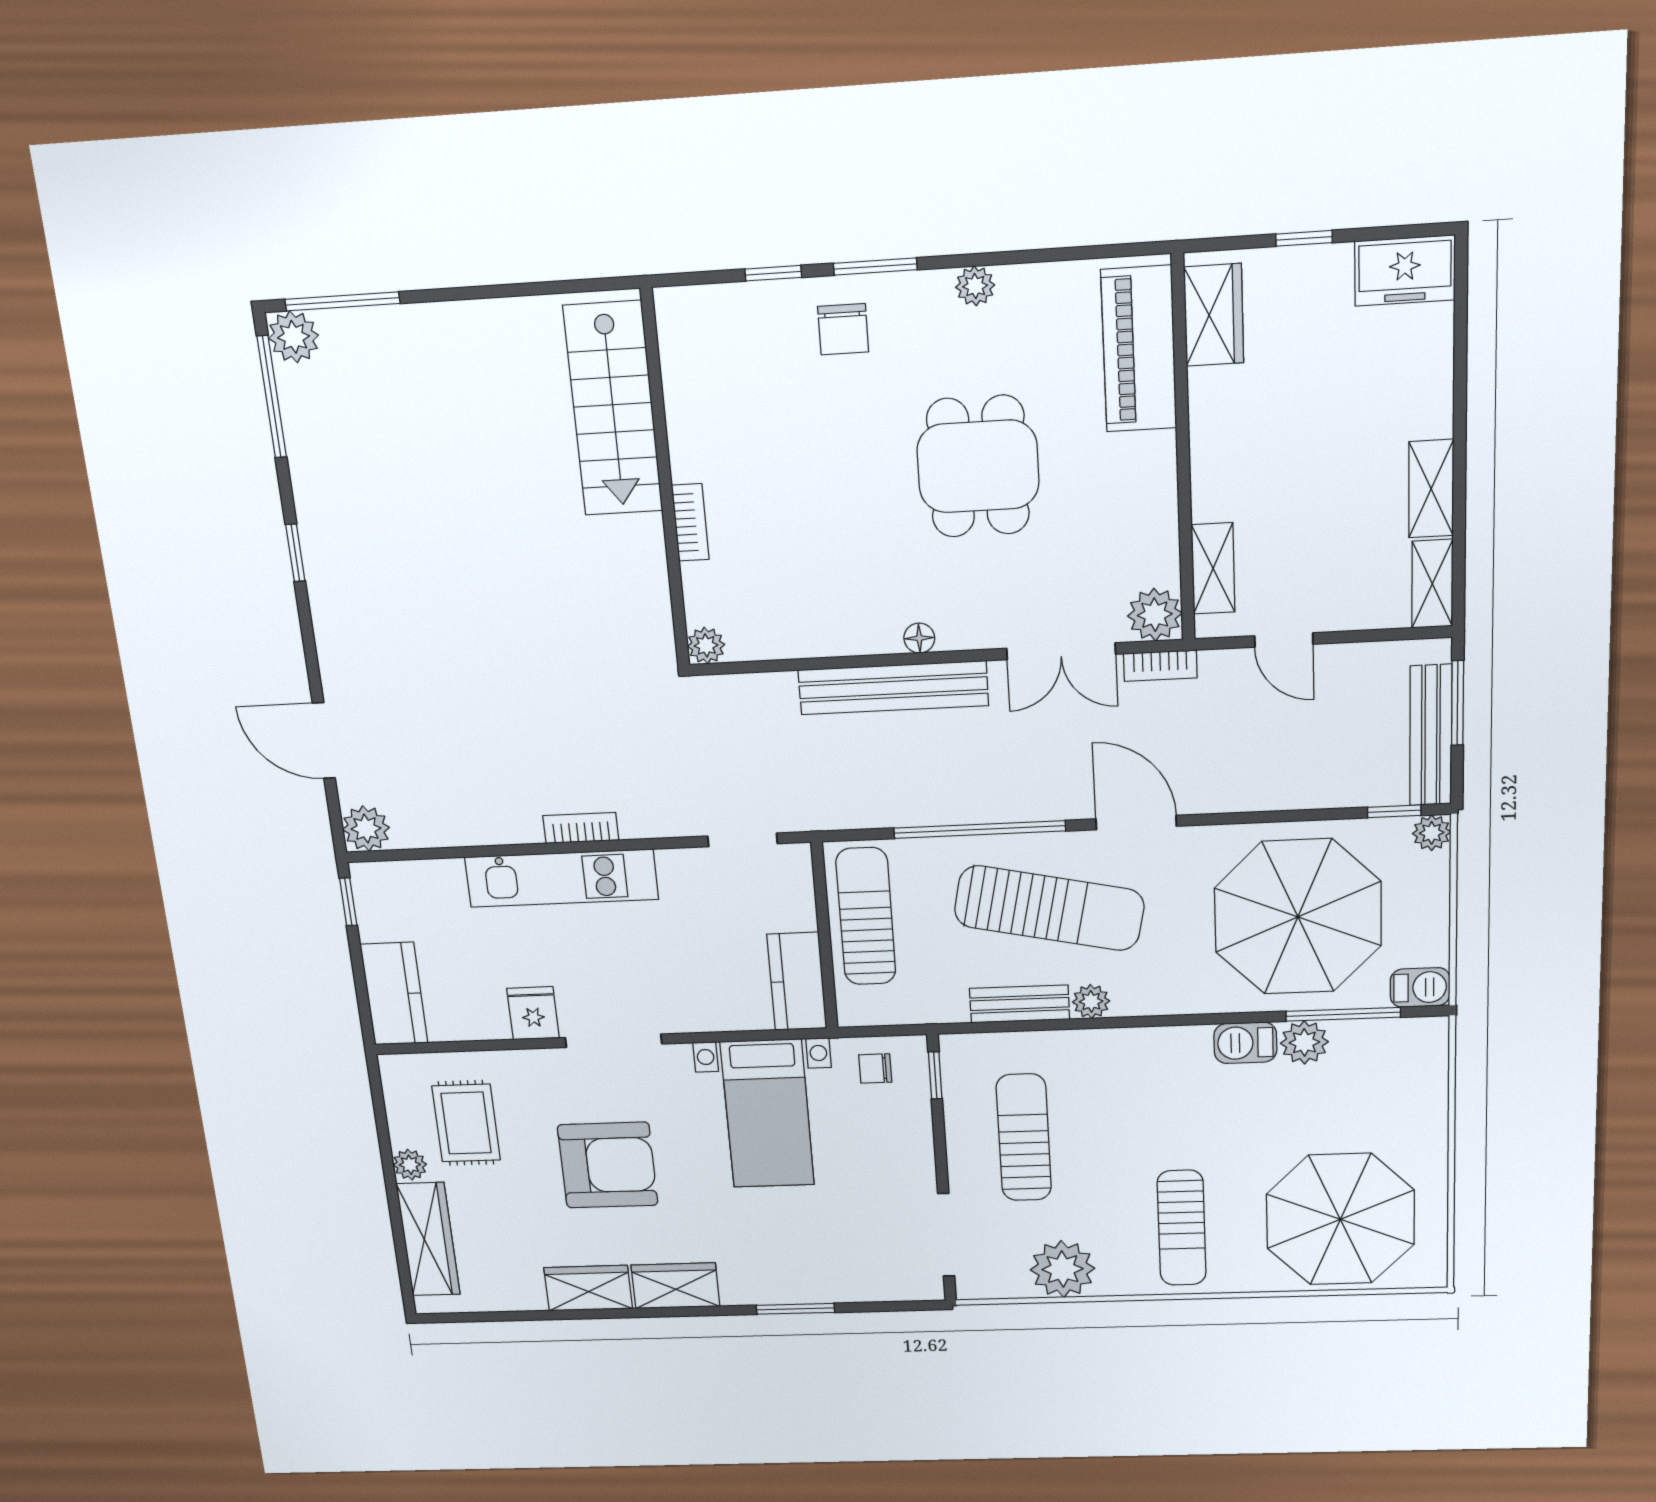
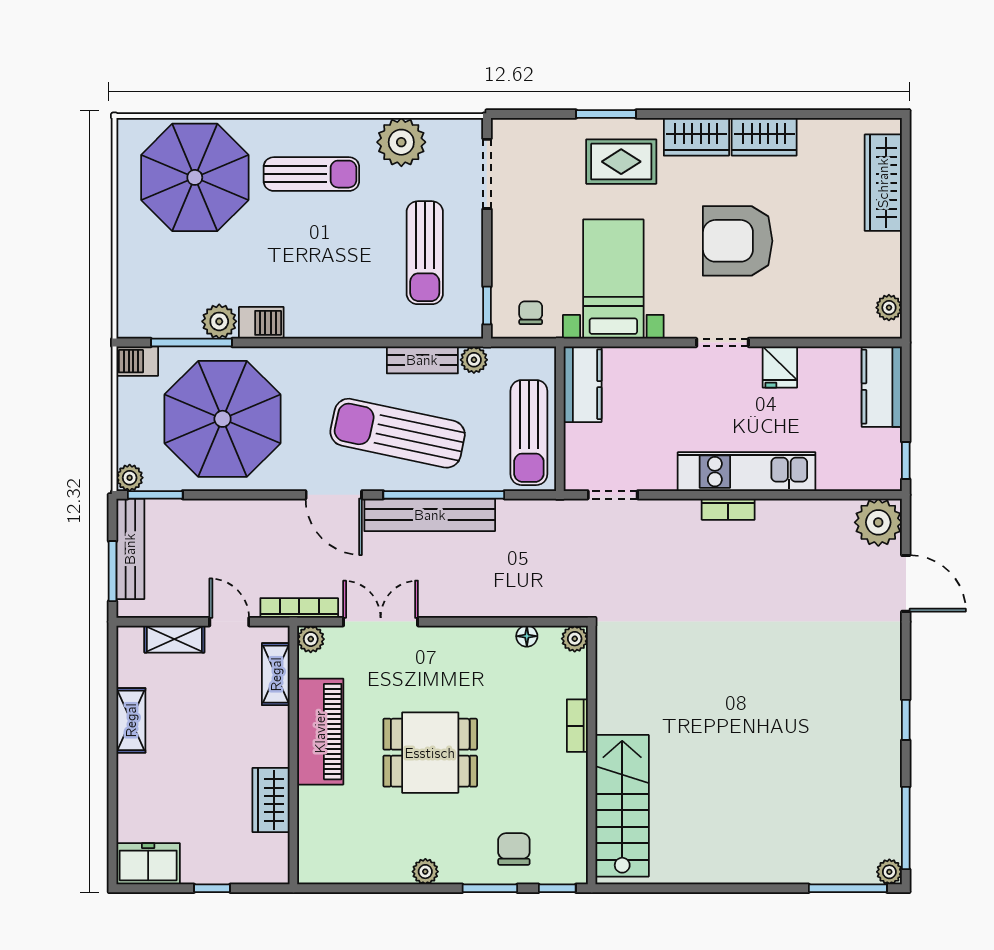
wardrobe: (1214, 315) -> (271, 800), moved
plant: (294, 337) -> (889, 872), width x0.73, depth x0.73
piano: (1139, 349) -> (320, 732), moved
stairs: (613, 409) -> (622, 806), moved
dining table: (978, 466) -> (430, 753), turned 90
wall: (665, 481) -> (592, 755), moved
bookcase: (690, 522) -> (577, 726), moved
shelving: (1432, 584) -> (174, 639), moved, turned 90
plant: (1155, 615) -> (311, 639), width x0.73, depth x0.73
floor lamp: (919, 638) -> (527, 636), moved
plant: (706, 645) -> (575, 639), moved
bookcase: (1160, 666) -> (299, 608), width x1.56
bench: (893, 688) -> (430, 515), moved
window: (1394, 811) -> (155, 495), width x1.50
plant: (366, 829) -> (878, 522), width x1.36, depth x1.36
plant: (1091, 1001) -> (474, 360), moved
doorway: (613, 1041) -> (722, 343), width x0.73
chair: (875, 1068) -> (531, 313), turned -90
rug: (466, 1123) -> (621, 162), moved, turned 90
plant: (410, 1165) -> (889, 308), moved
sun lounger: (1182, 1228) -> (311, 174), turned 90

